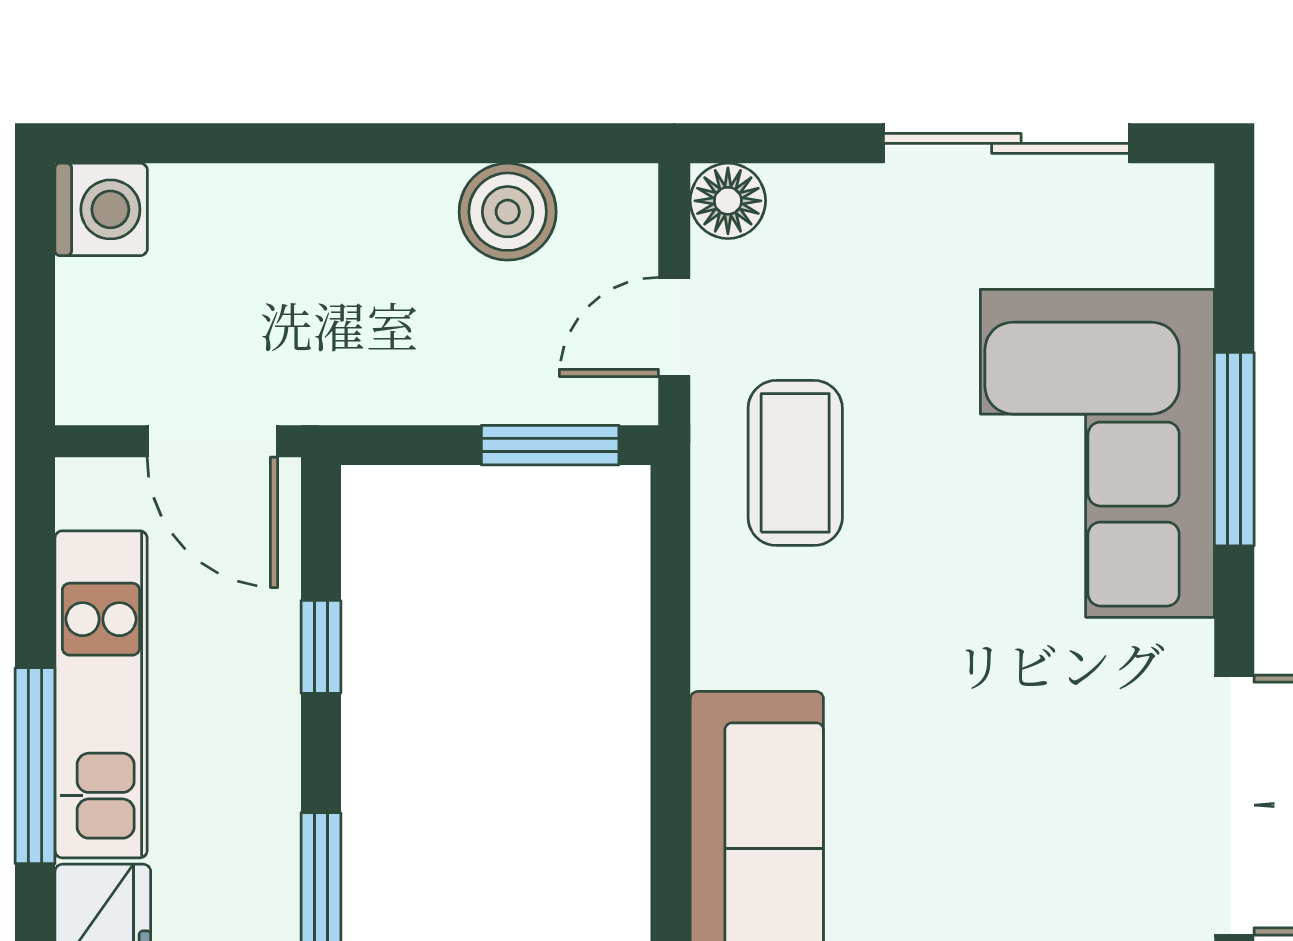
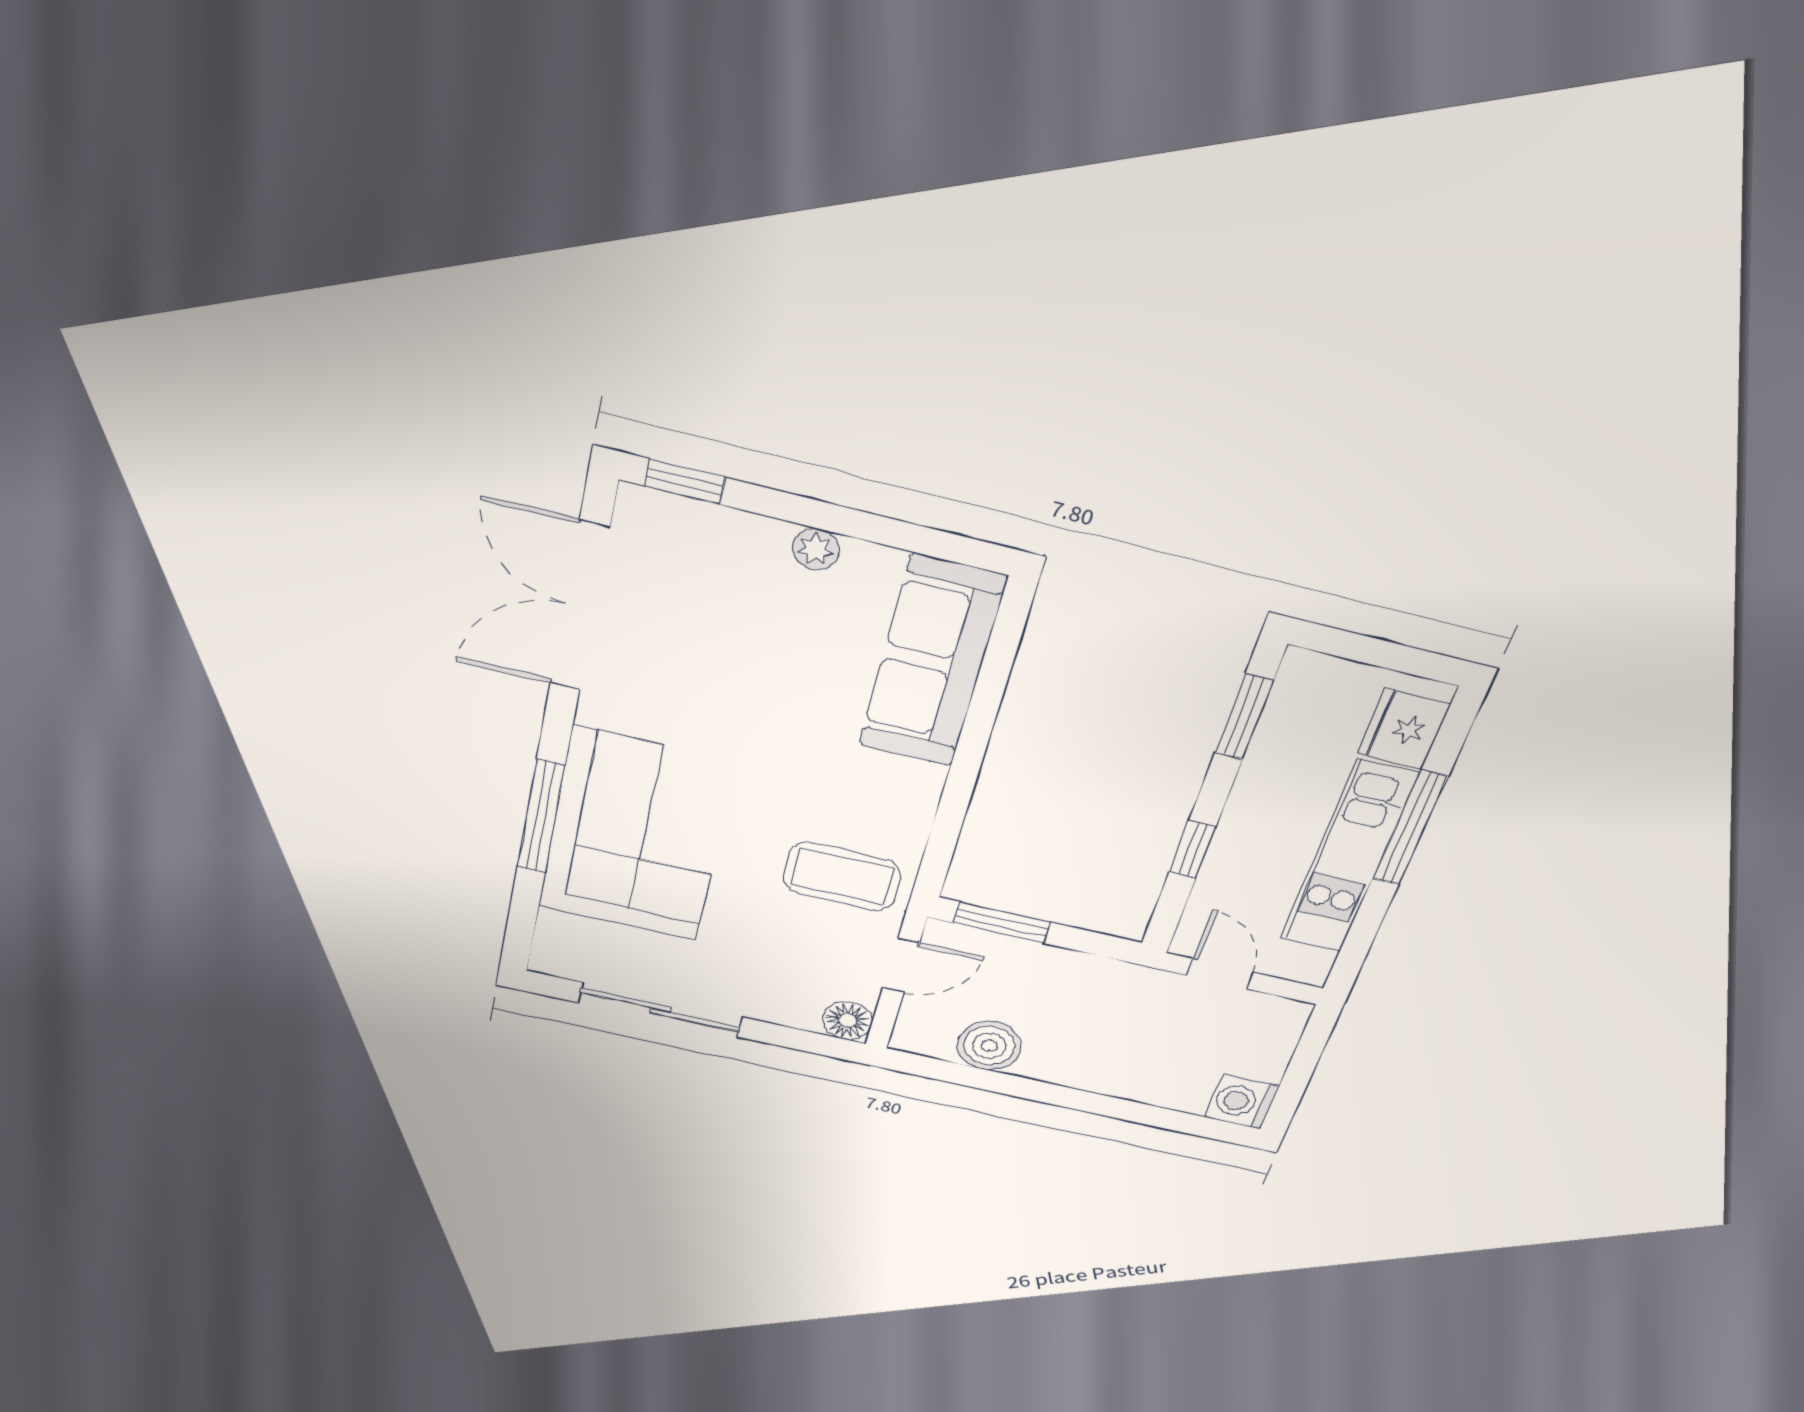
door: (212, 441) -> (1220, 974), width x0.73
coffee table: (795, 463) -> (842, 877), turned 90

